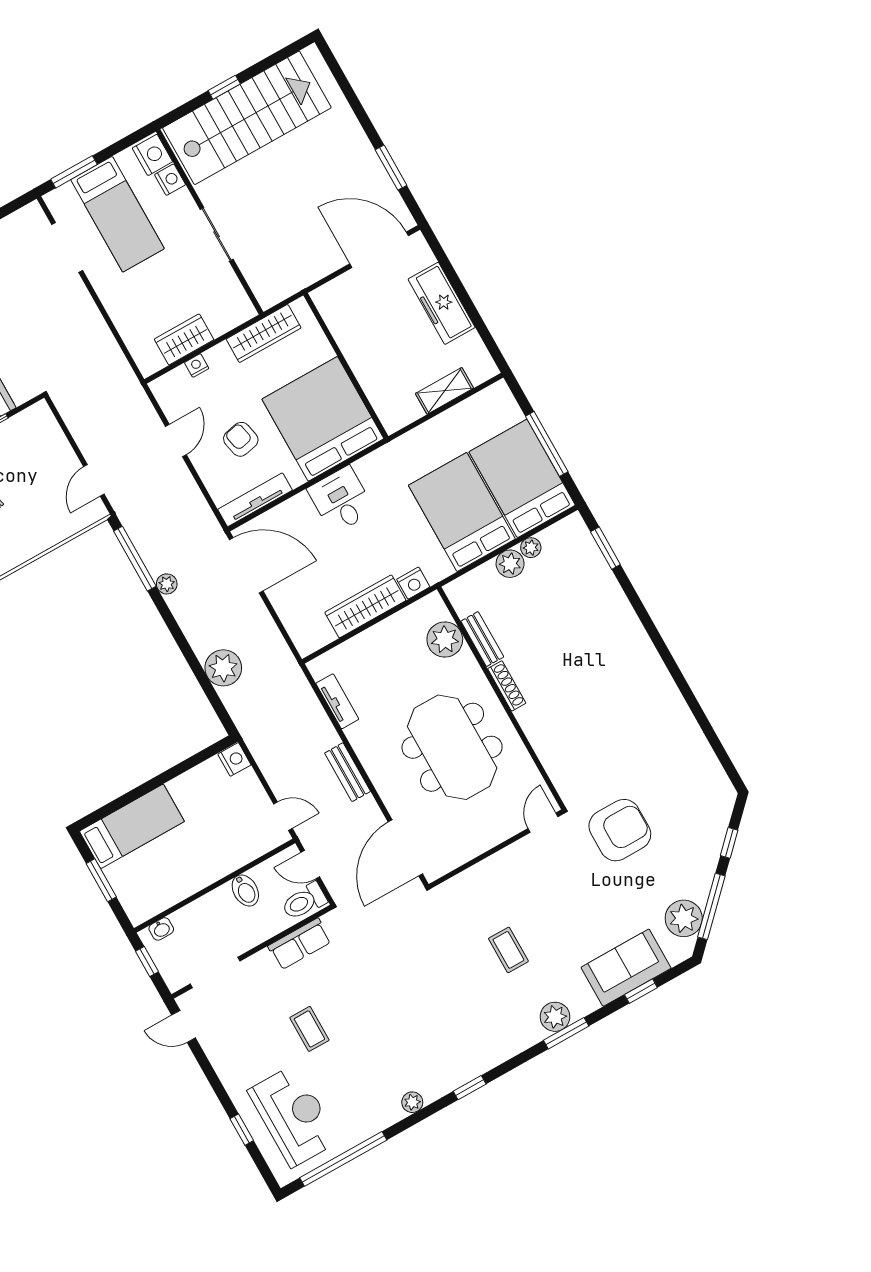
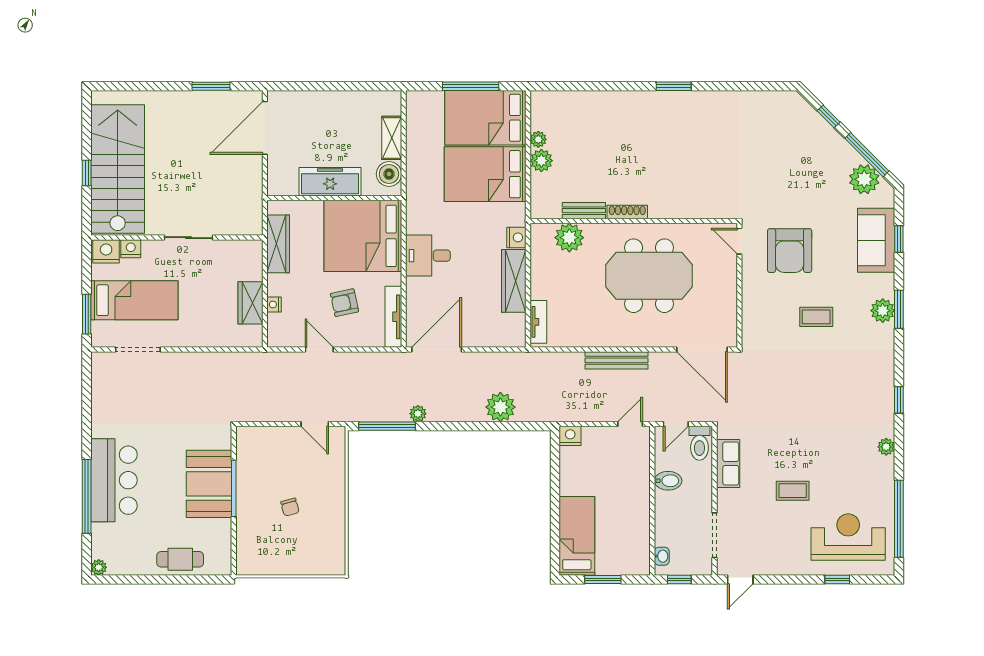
freezer: (442, 303) -> (330, 182), moved, turned 180
boiler: (404, 410) -> (389, 174), added
window: (605, 548) -> (674, 86), moved
tv unit: (337, 701) -> (538, 322), moved, turned 90
bench: (348, 772) -> (616, 360), width x1.36
armchair: (620, 830) -> (790, 251), moved, turned 180

